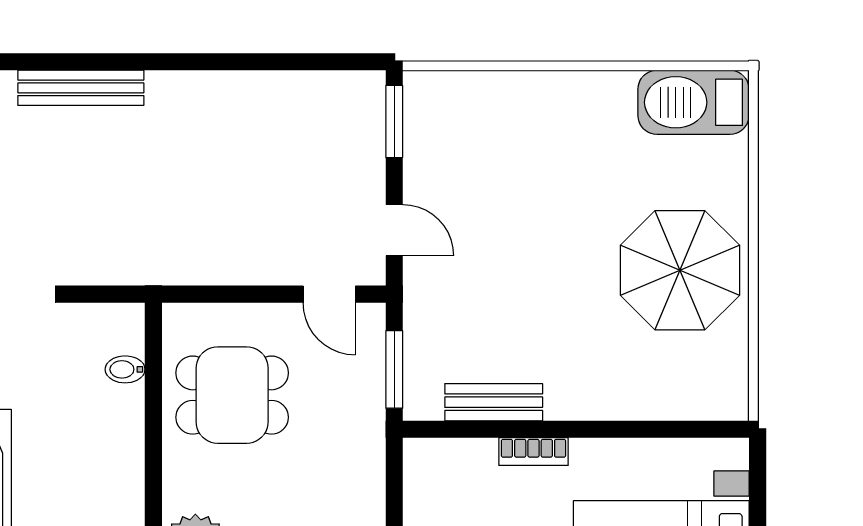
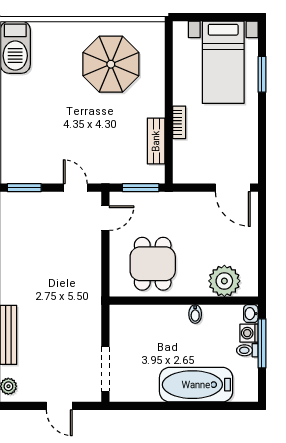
door: (394, 230) -> (75, 188), hinge flipped
parasol: (680, 270) -> (111, 64), moved
bidet: (125, 369) -> (195, 314), moved

